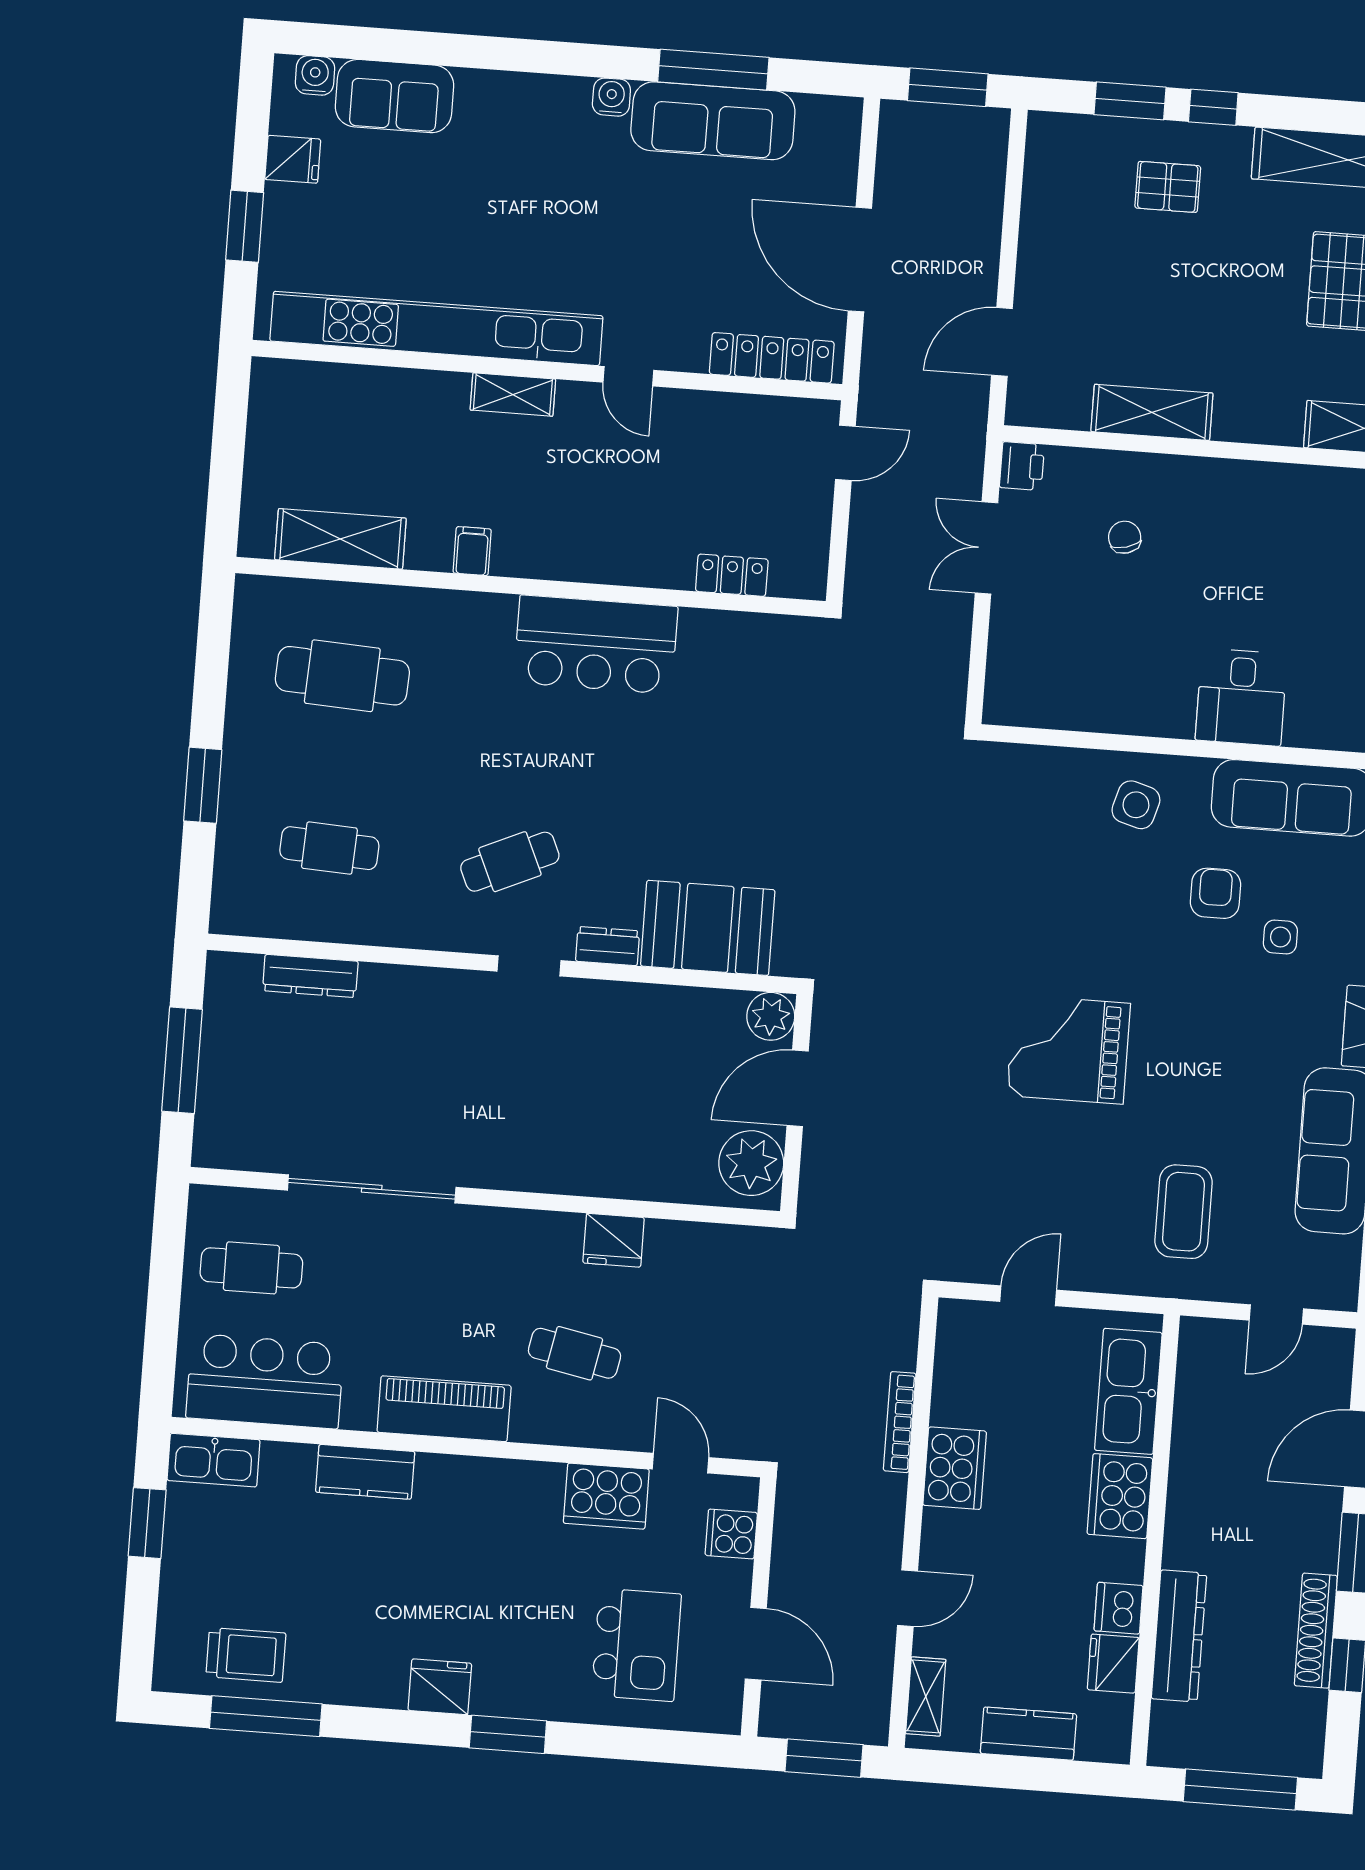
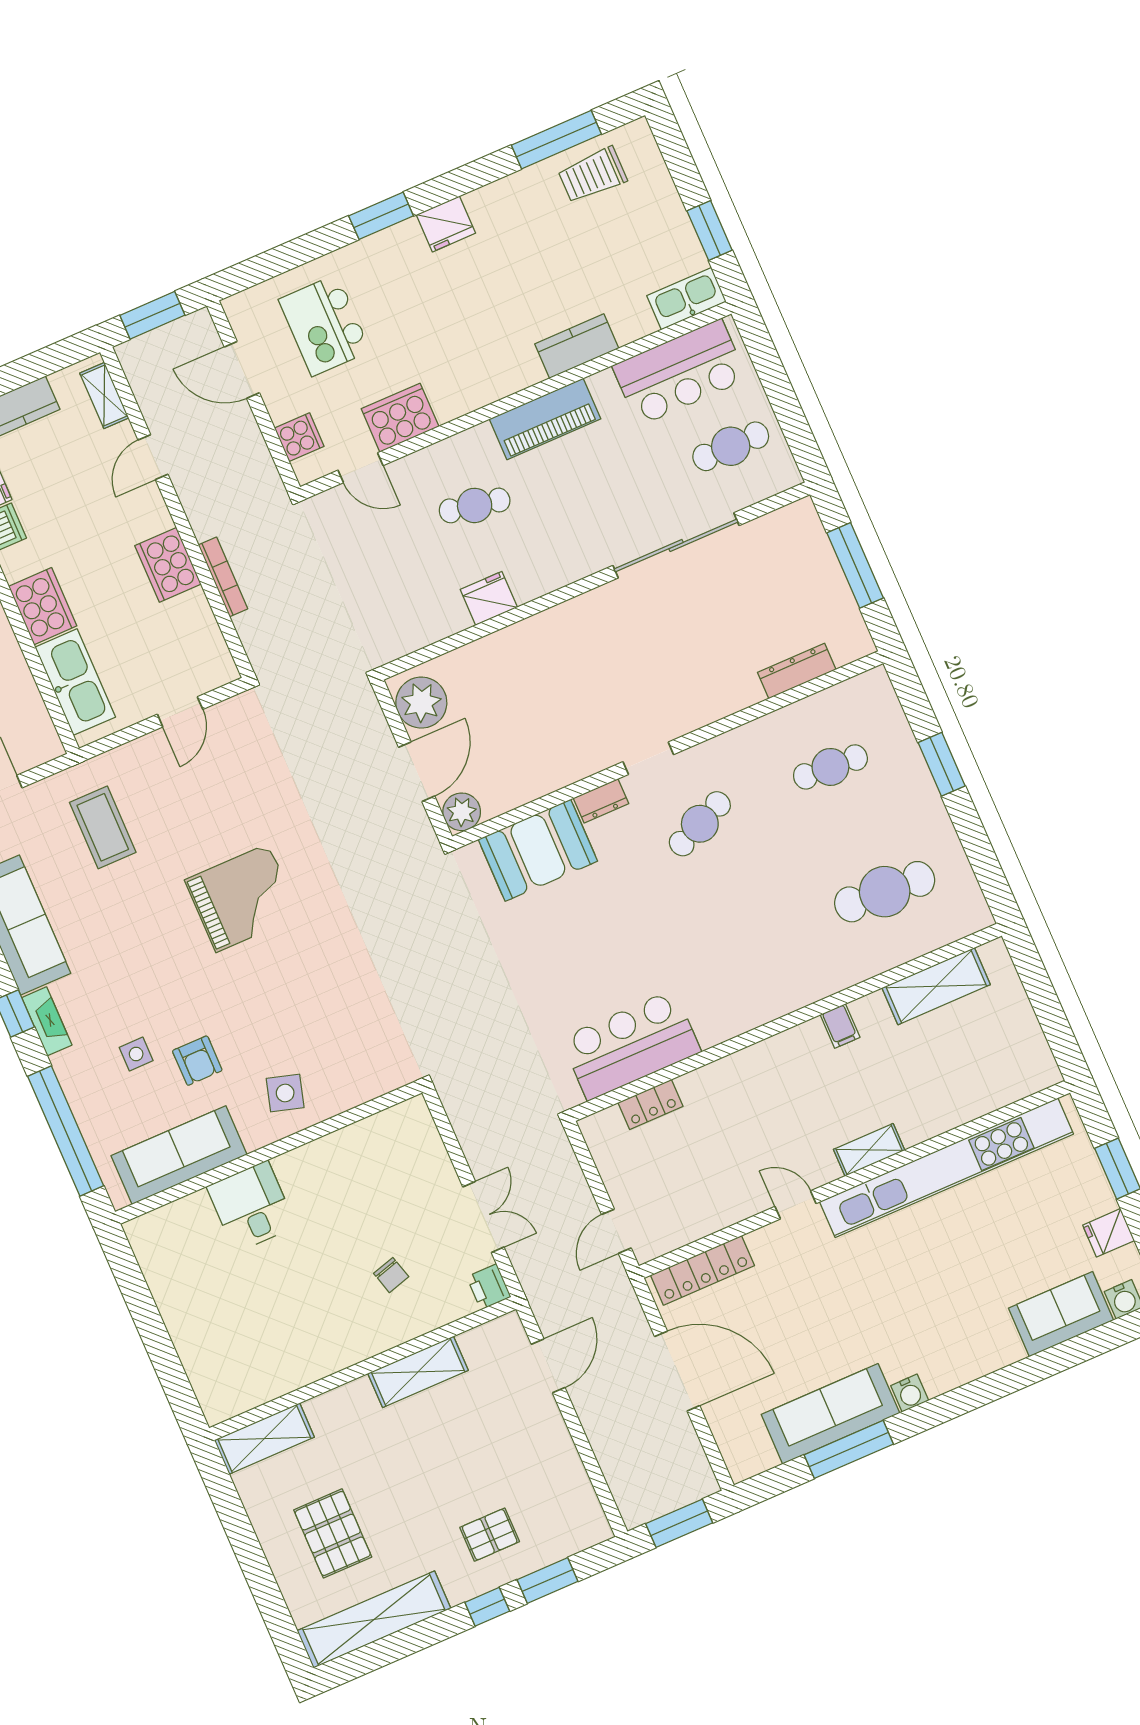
bar counter: (596, 645) -> (631, 1045), moved

